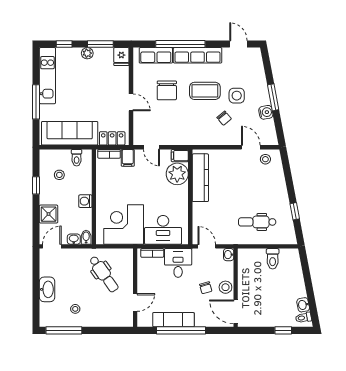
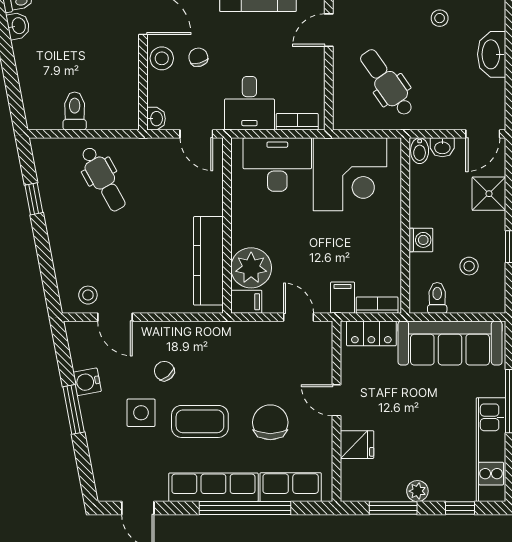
fridge: (121, 57) -> (357, 445), moved, turned 90
washing machine: (85, 201) -> (421, 240), moved
dental chair: (257, 222) -> (103, 179), turned 61

